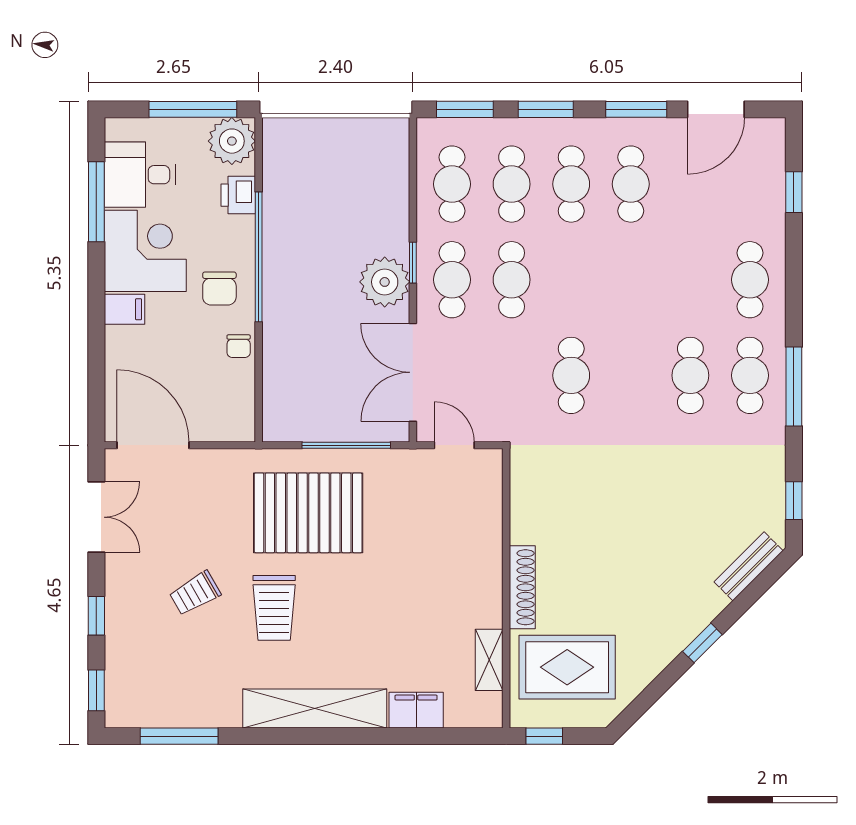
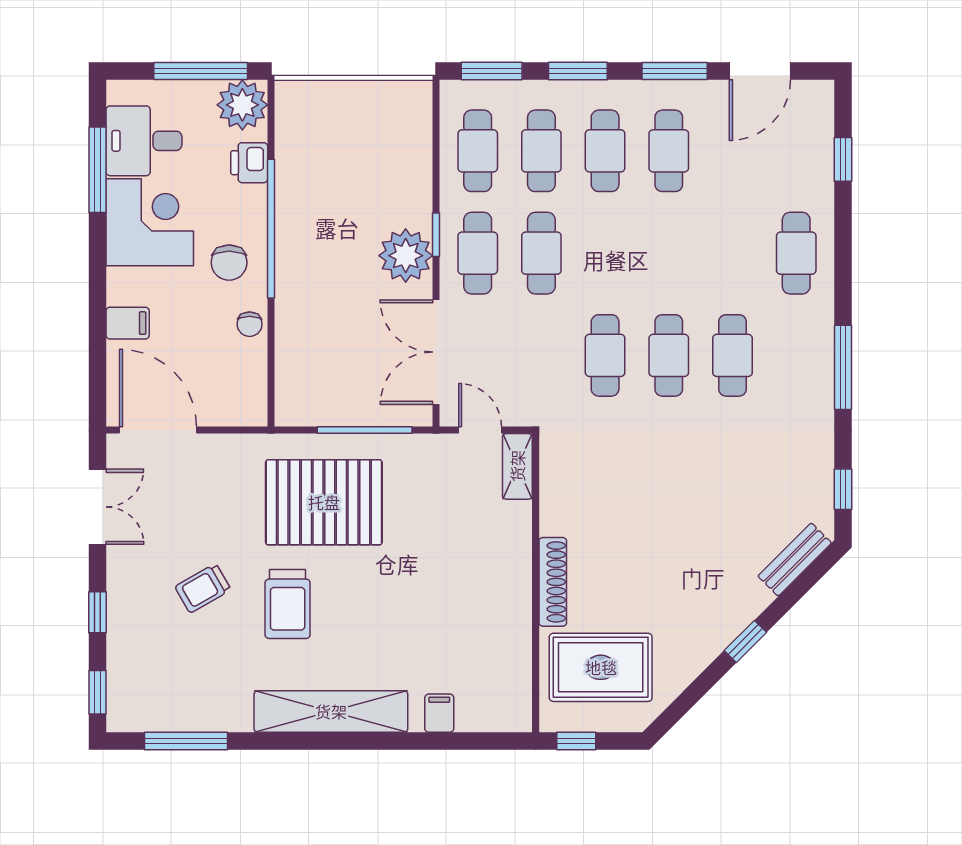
filing cabinet: (124, 309) -> (128, 323), moved
cafe table: (750, 375) -> (669, 355), moved
shelving: (489, 660) -> (517, 466), moved
filing cabinet: (416, 710) -> (439, 713), width x0.50

